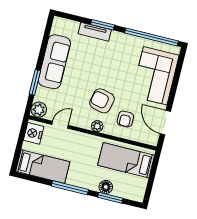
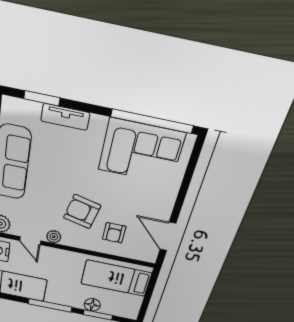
window: (103, 25) -> (42, 98), moved
corner sofa: (155, 76) -> (141, 152), moved, turned -90
door: (60, 125) -> (30, 241), swing flipped
plant: (97, 126) -> (54, 237), moved

